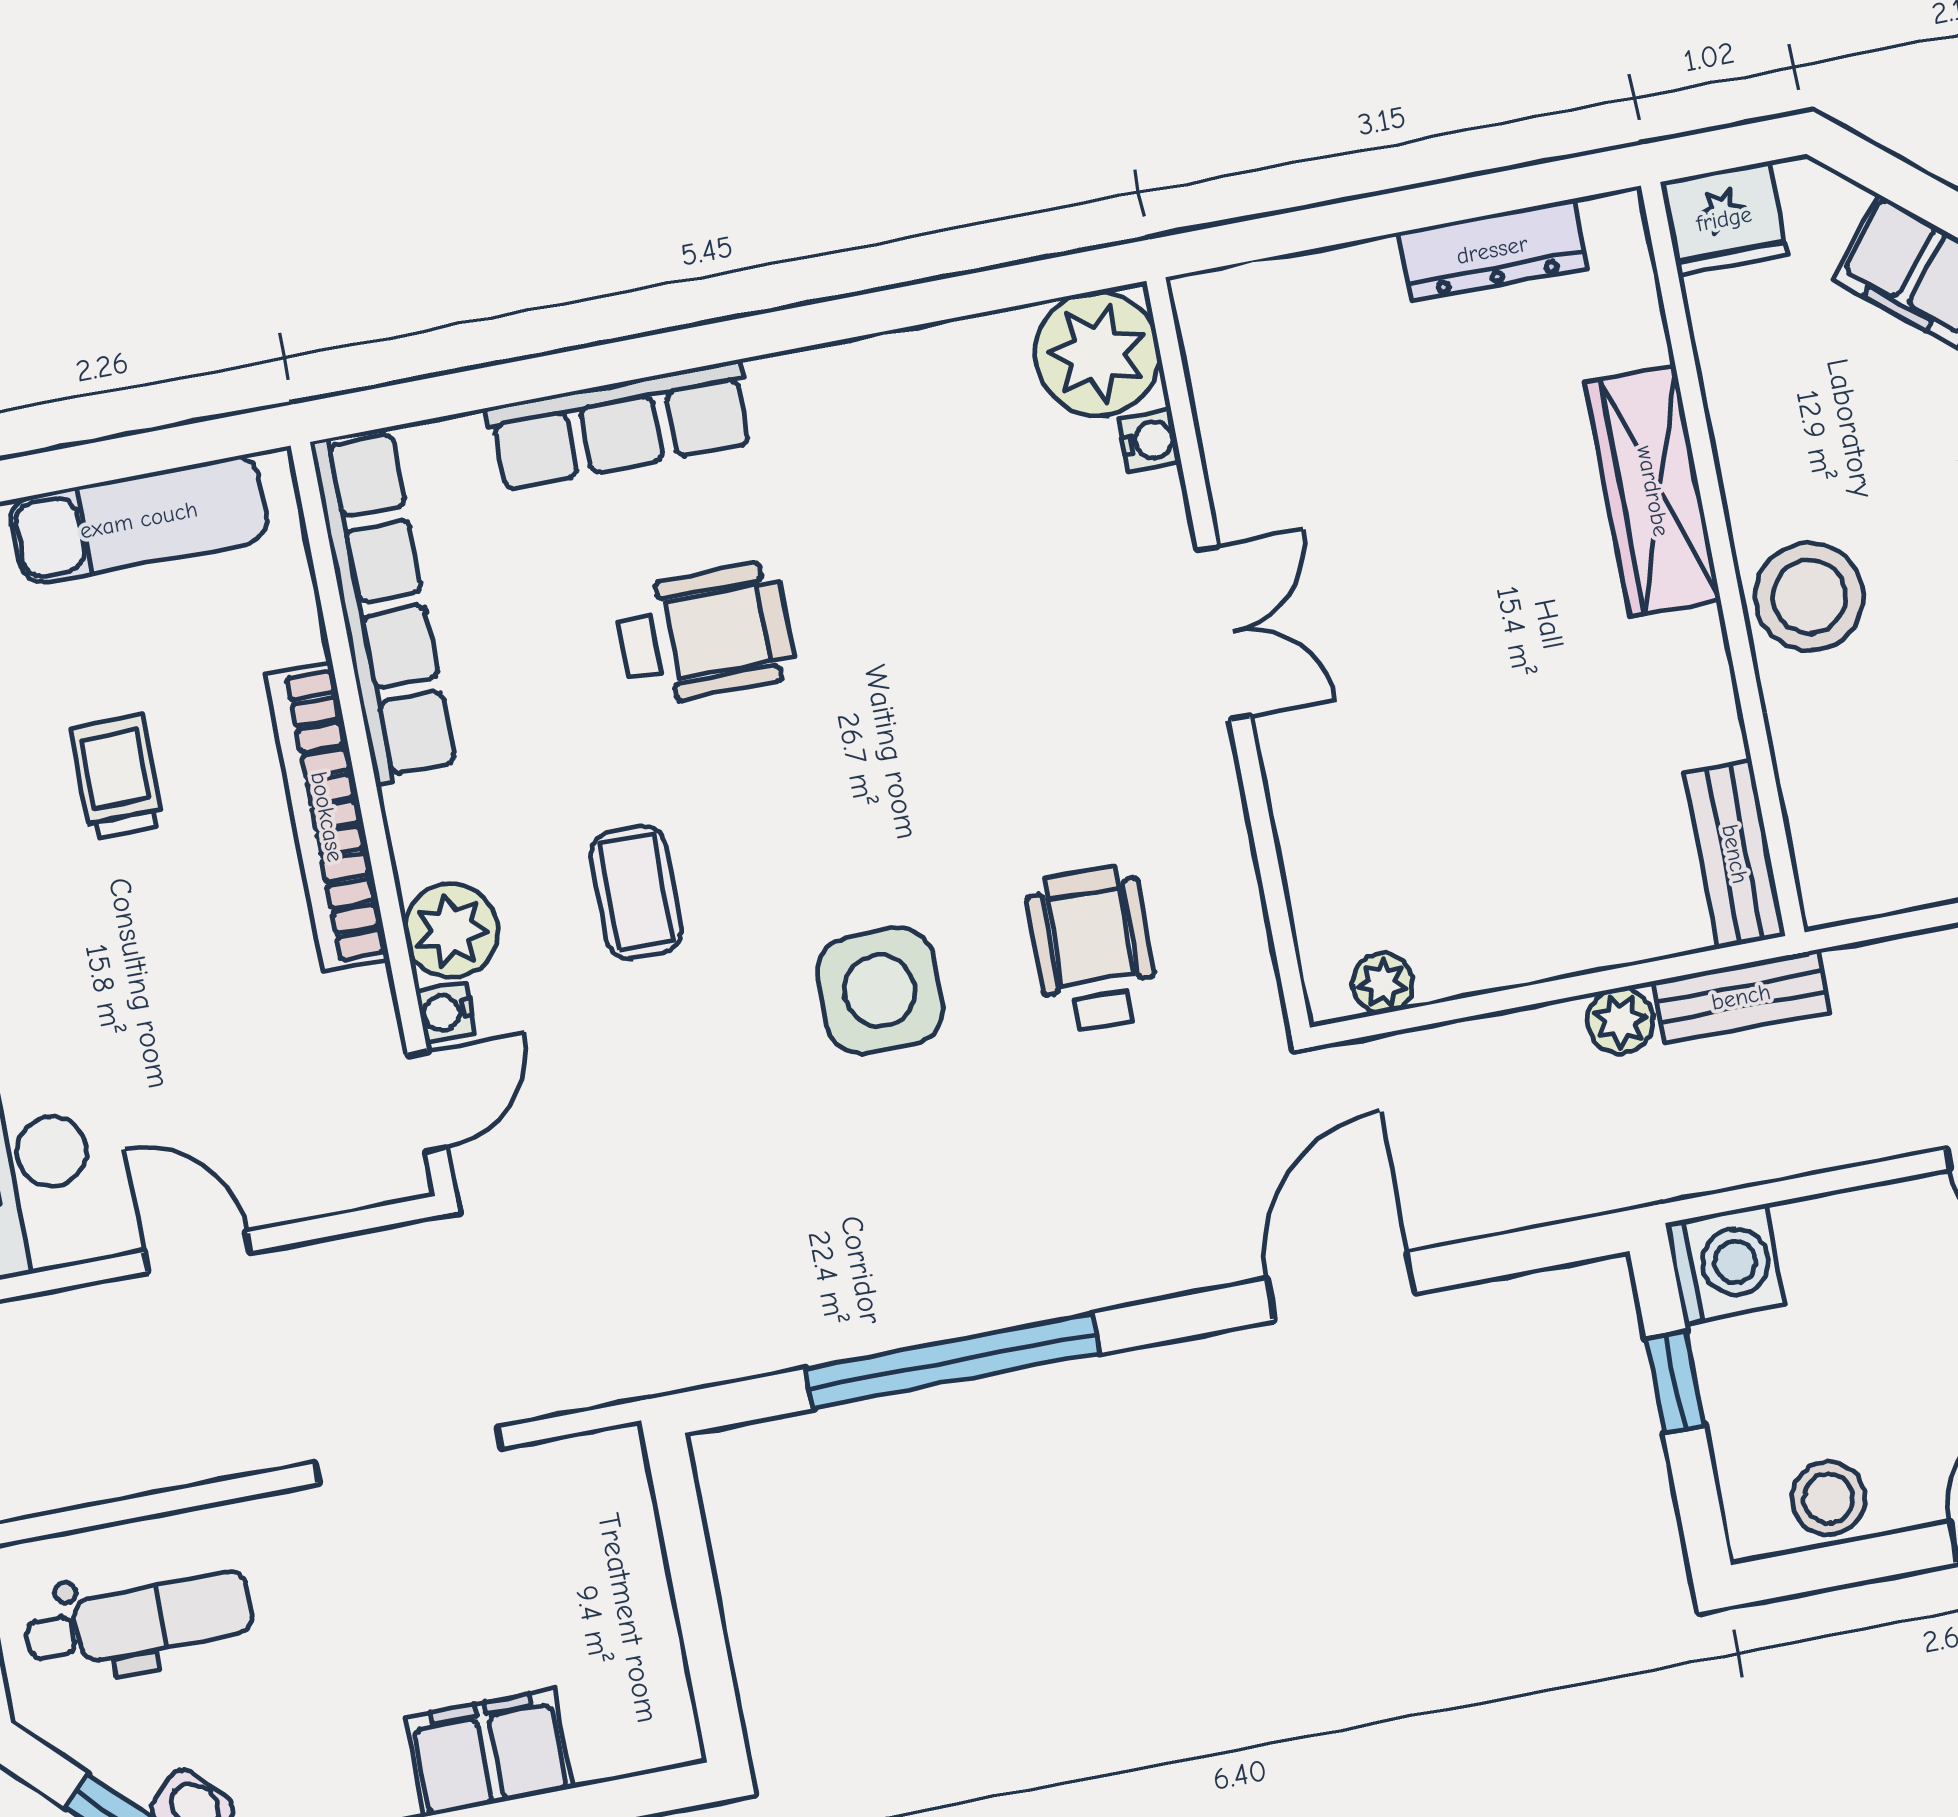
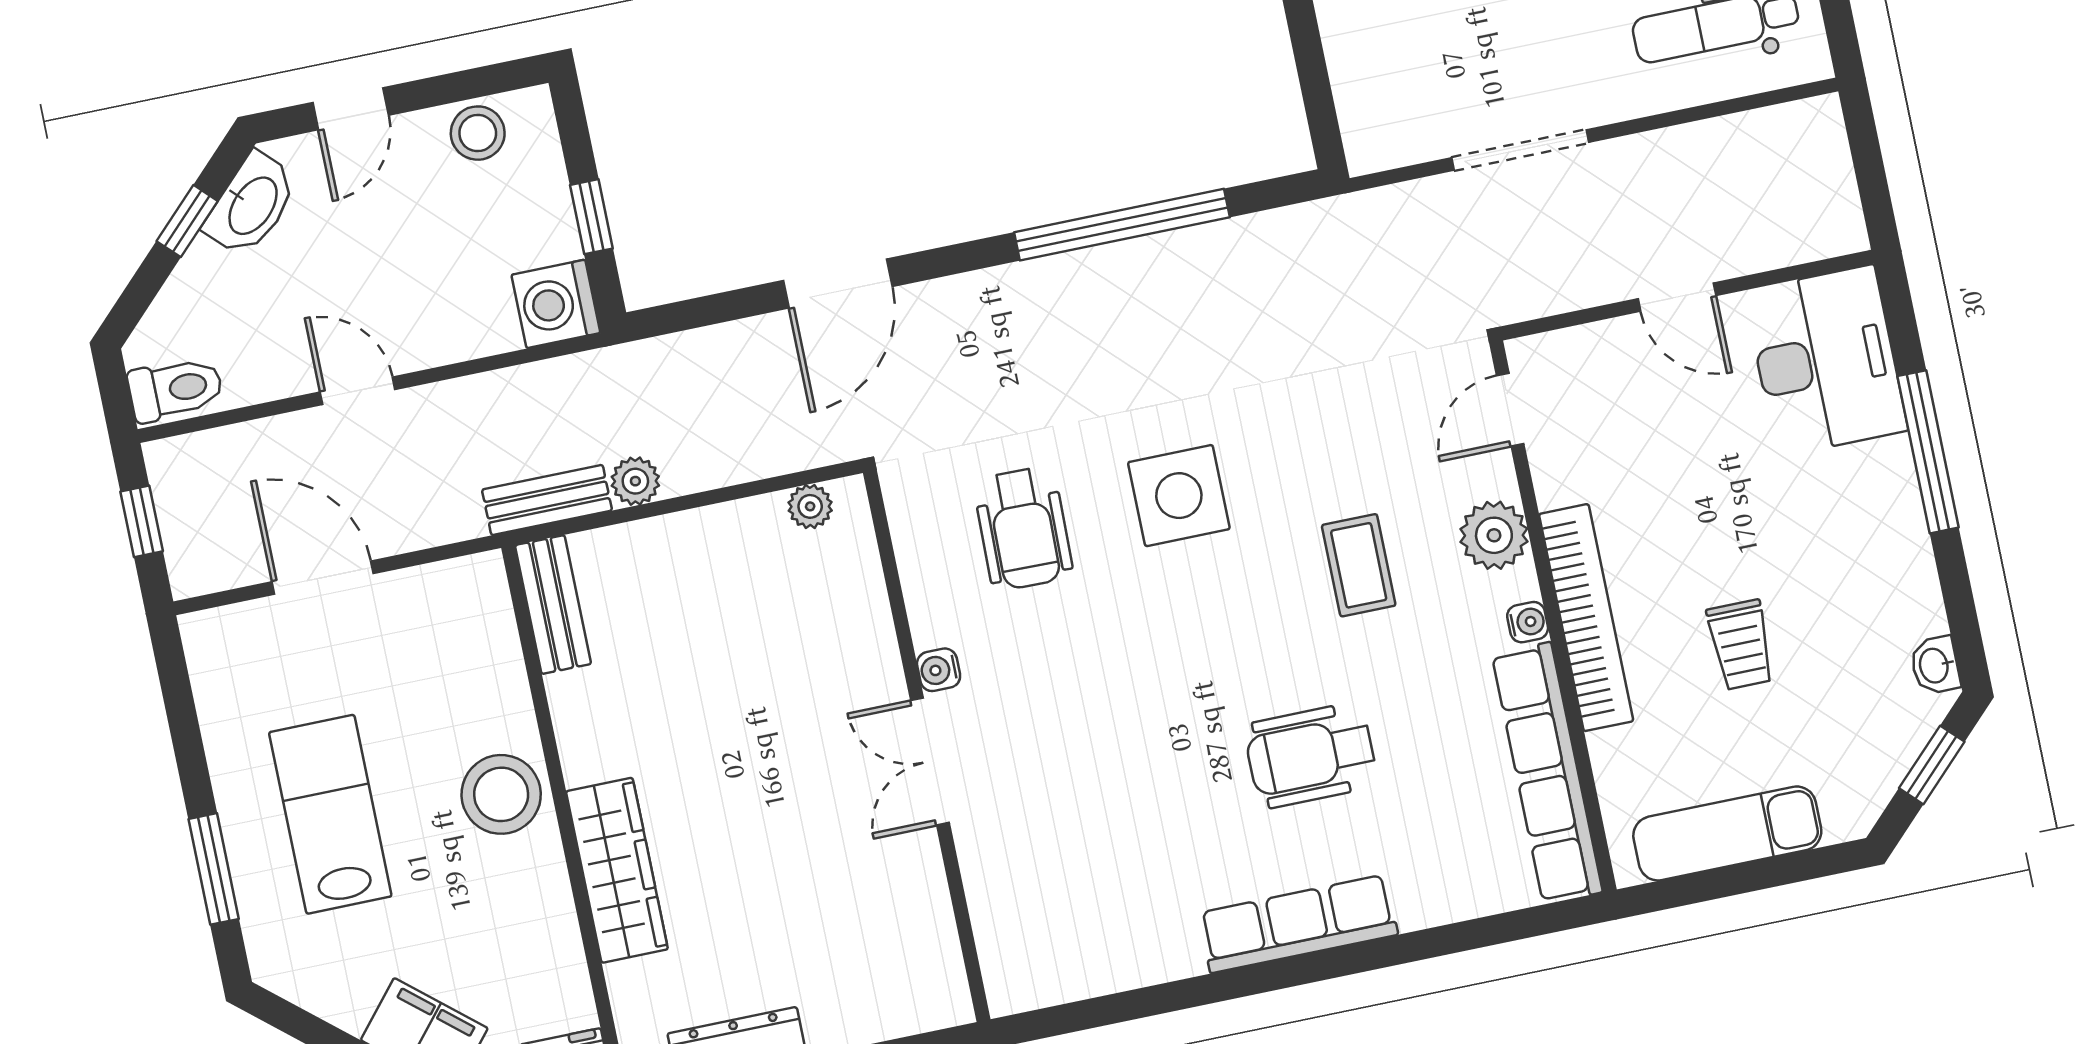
plant: (1097, 353) -> (1026, 965), removed
row of seats: (620, 425) -> (1298, 924), moved
water cooler: (1150, 441) -> (939, 670), moved
water cooler: (446, 1012) -> (1528, 622), moved

